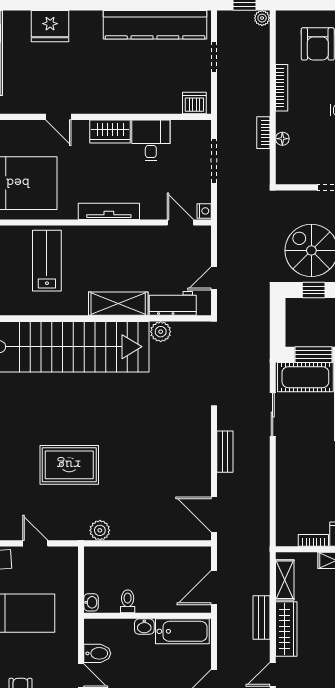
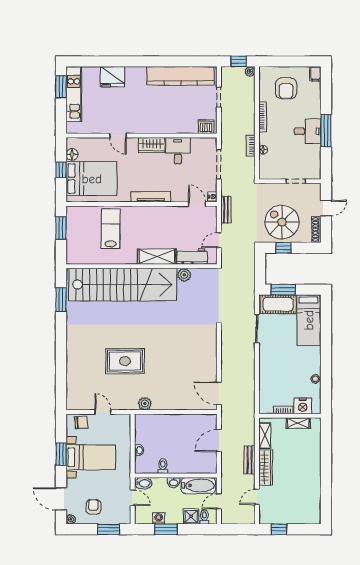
bench: (225, 452) -> (226, 210), moved
toilet: (128, 601) -> (163, 466), moved
wall: (148, 616) -> (176, 475), moved
washbasin: (144, 627) -> (174, 482), moved
bathtub: (182, 631) -> (198, 485), moved

